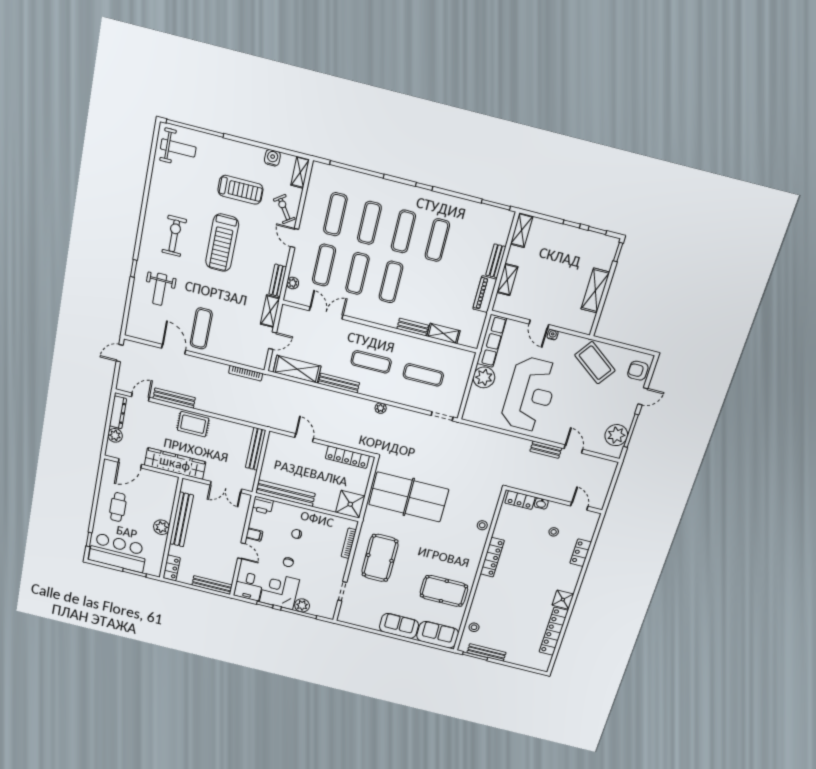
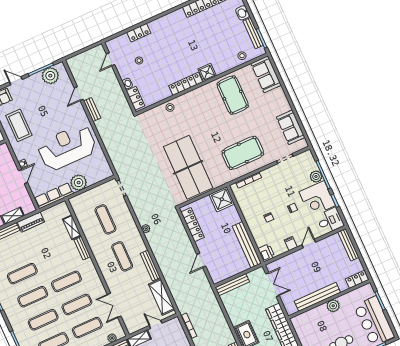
coffee table: (595, 363) -> (19, 125), turned -36
shower: (563, 600) -> (207, 72), moved
sofa: (399, 626) -> (291, 127), moved
washbasin: (514, 658) -> (243, 13), added

